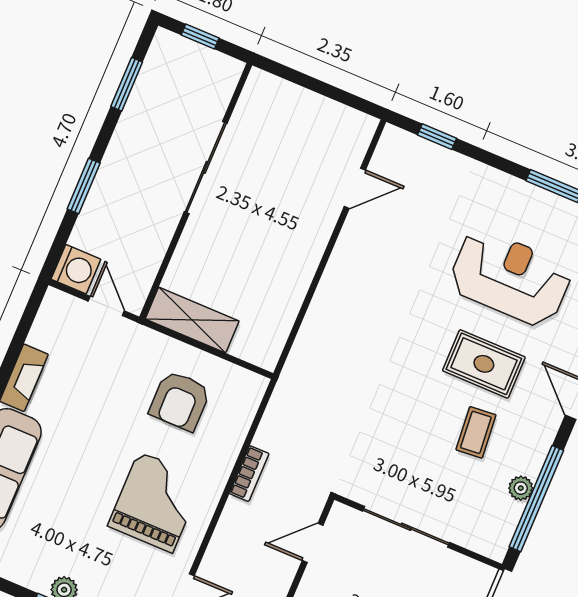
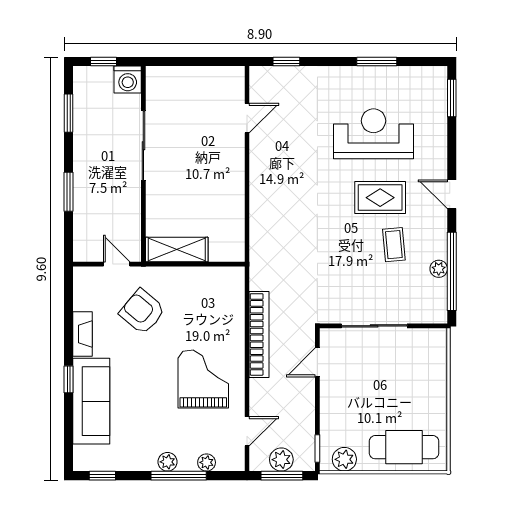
washing machine: (76, 269) -> (128, 80), moved, turned 90
armchair: (180, 401) -> (142, 312), moved, turned 130
bookcase: (249, 474) -> (259, 334), width x2.31, depth x1.31

